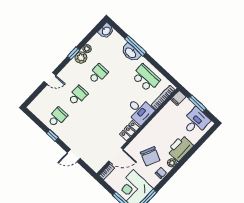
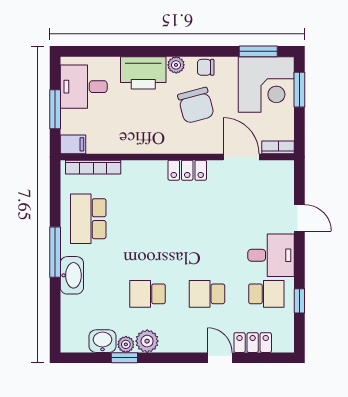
washbasin: (106, 31) -> (103, 341), moved
window: (135, 46) -> (55, 252), moved
window: (74, 53) -> (124, 358), moved
locker: (44, 96) -> (253, 343), added
desk: (140, 111) -> (271, 255), moved, turned 90
school desk: (57, 117) -> (266, 294), turned 180
window: (52, 135) -> (299, 301), moved
chair: (150, 156) -> (196, 105), turned 141

